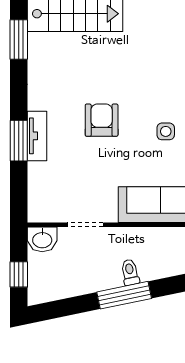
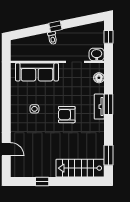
armchair: (102, 120) -> (67, 115), turned 90
floor lamp: (38, 193) -> (99, 78), added
window: (124, 295) -> (55, 26), width x0.46

